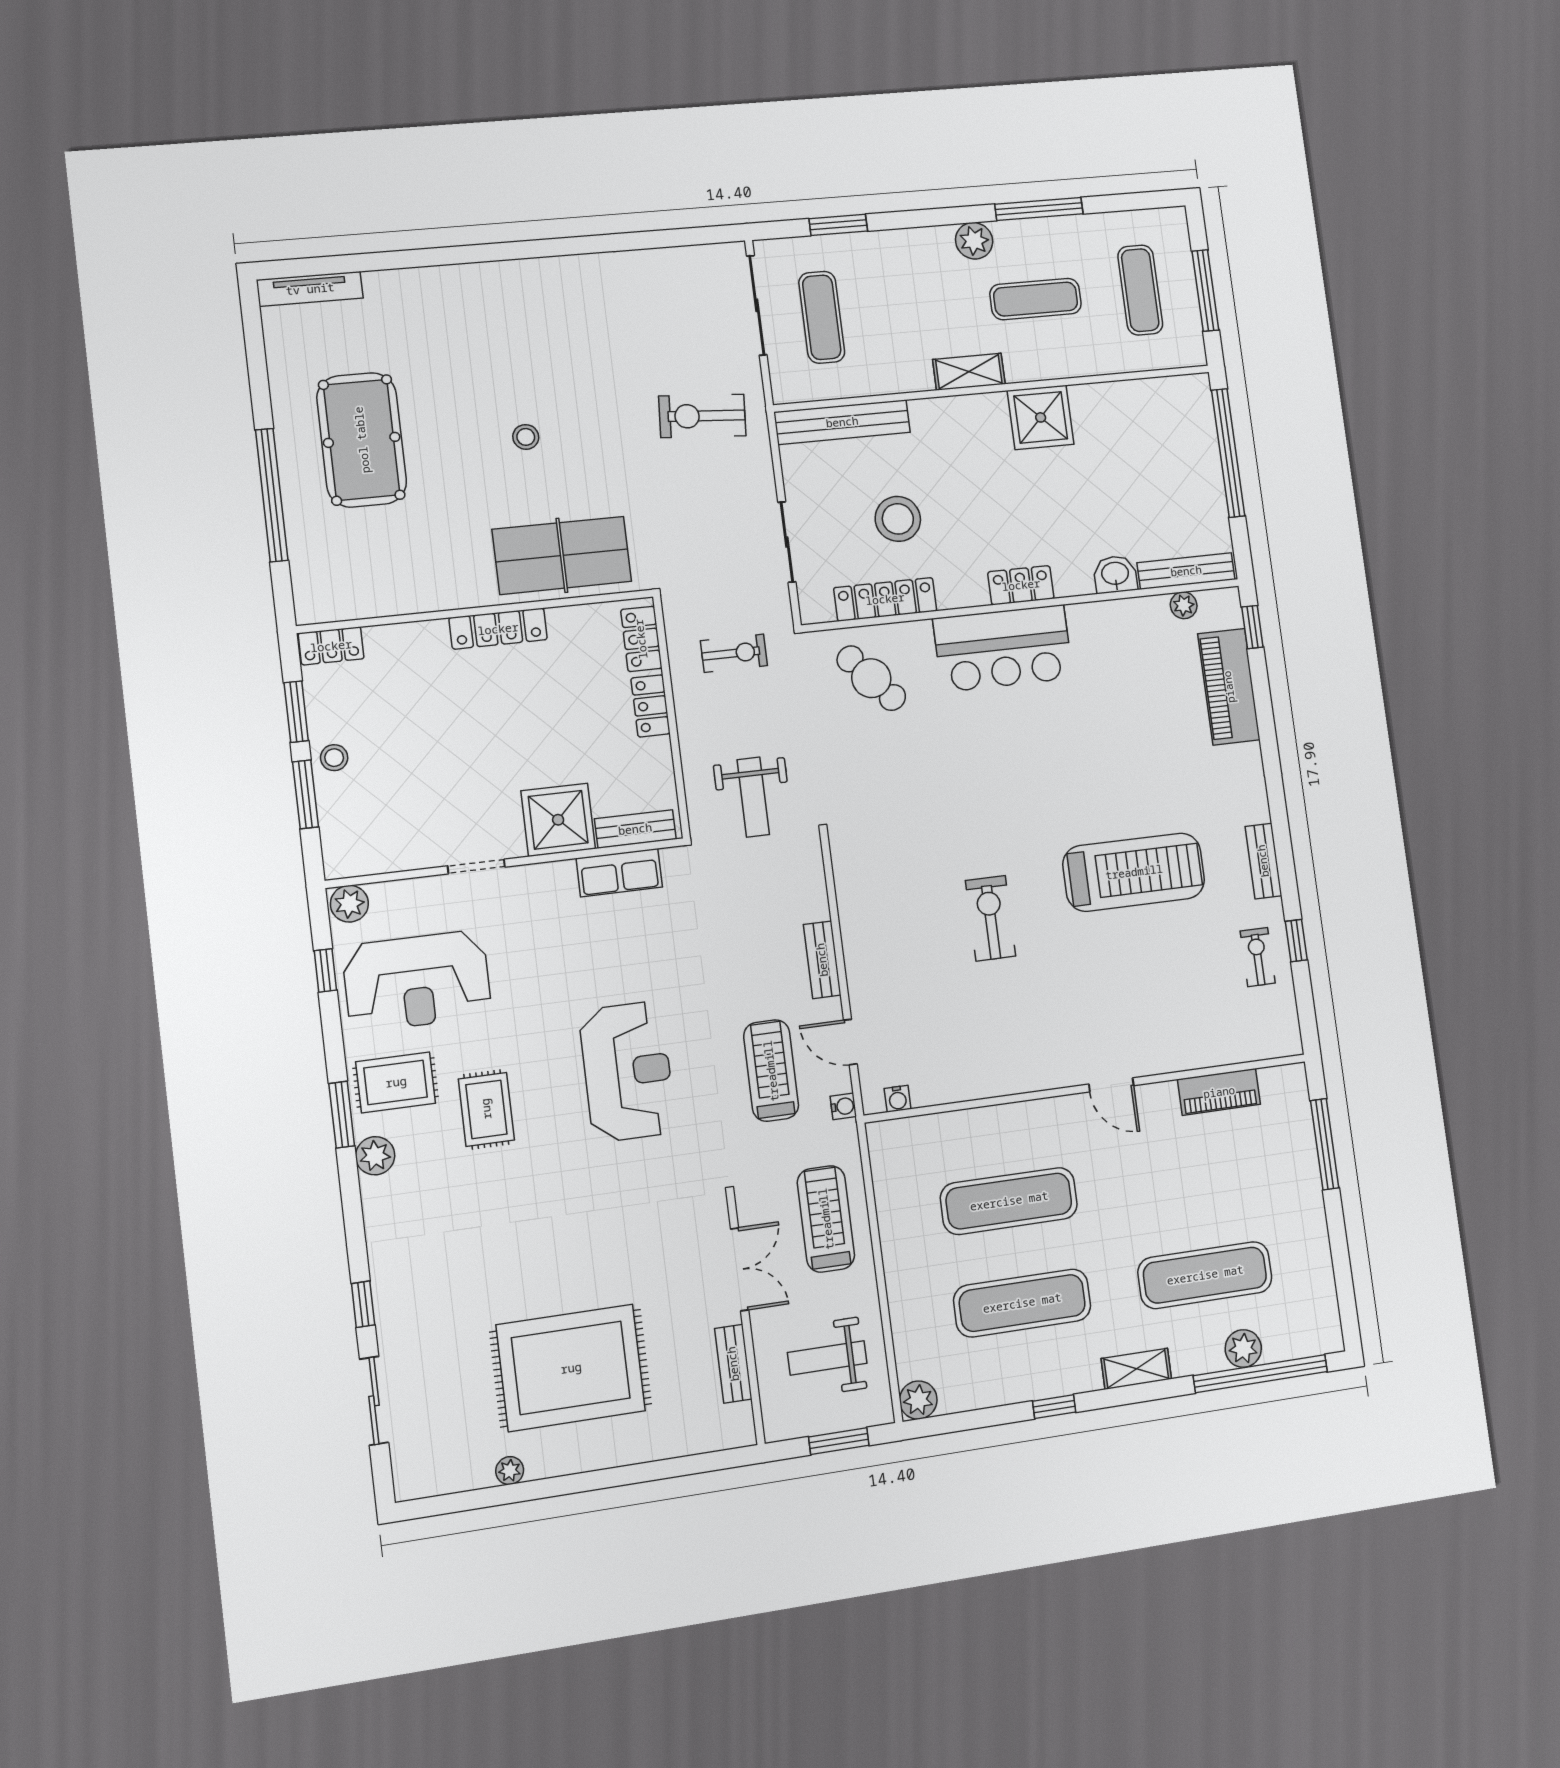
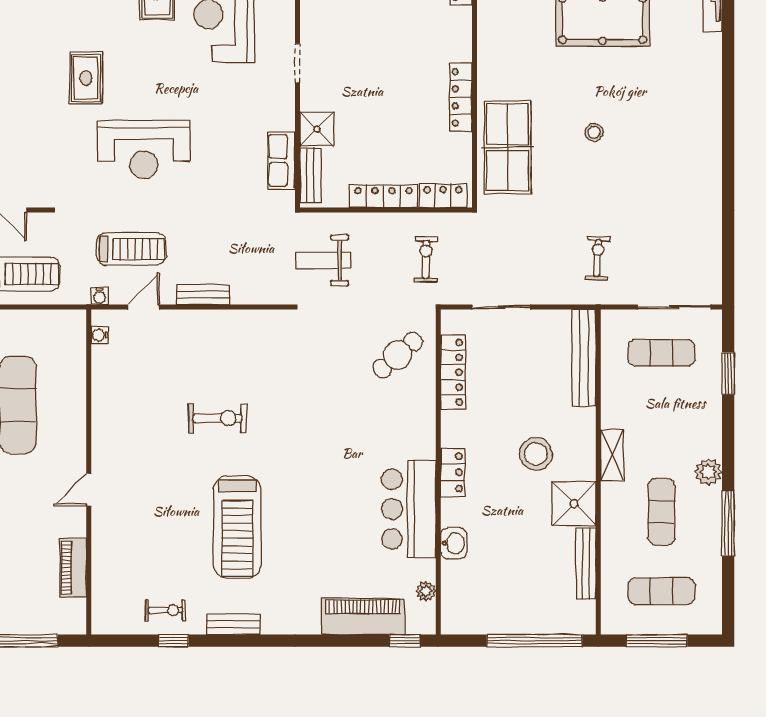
exercise bike: (702, 416) -> (598, 258), width x0.73, depth x0.72
stool: (898, 519) -> (536, 454), moved
bench: (1186, 571) -> (586, 563), moved
bar counter: (1003, 648) -> (409, 509), moved
exercise bike: (734, 653) -> (426, 259), turned 180
locker: (650, 706) -> (383, 196), width x1.53
shower: (558, 820) -> (317, 129), width x0.73, depth x0.73
rug: (486, 1109) -> (86, 78), moved, turned 90

